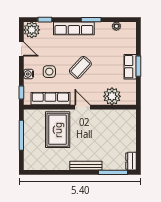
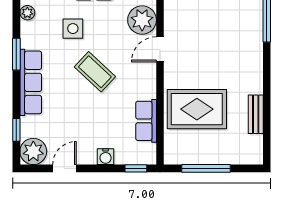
side table: (49, 72) -> (73, 29), moved
row of seats: (50, 99) -> (146, 121), width x0.68
door: (82, 107) -> (160, 49), moved
bench: (86, 166) -> (256, 114), moved, width x0.73

